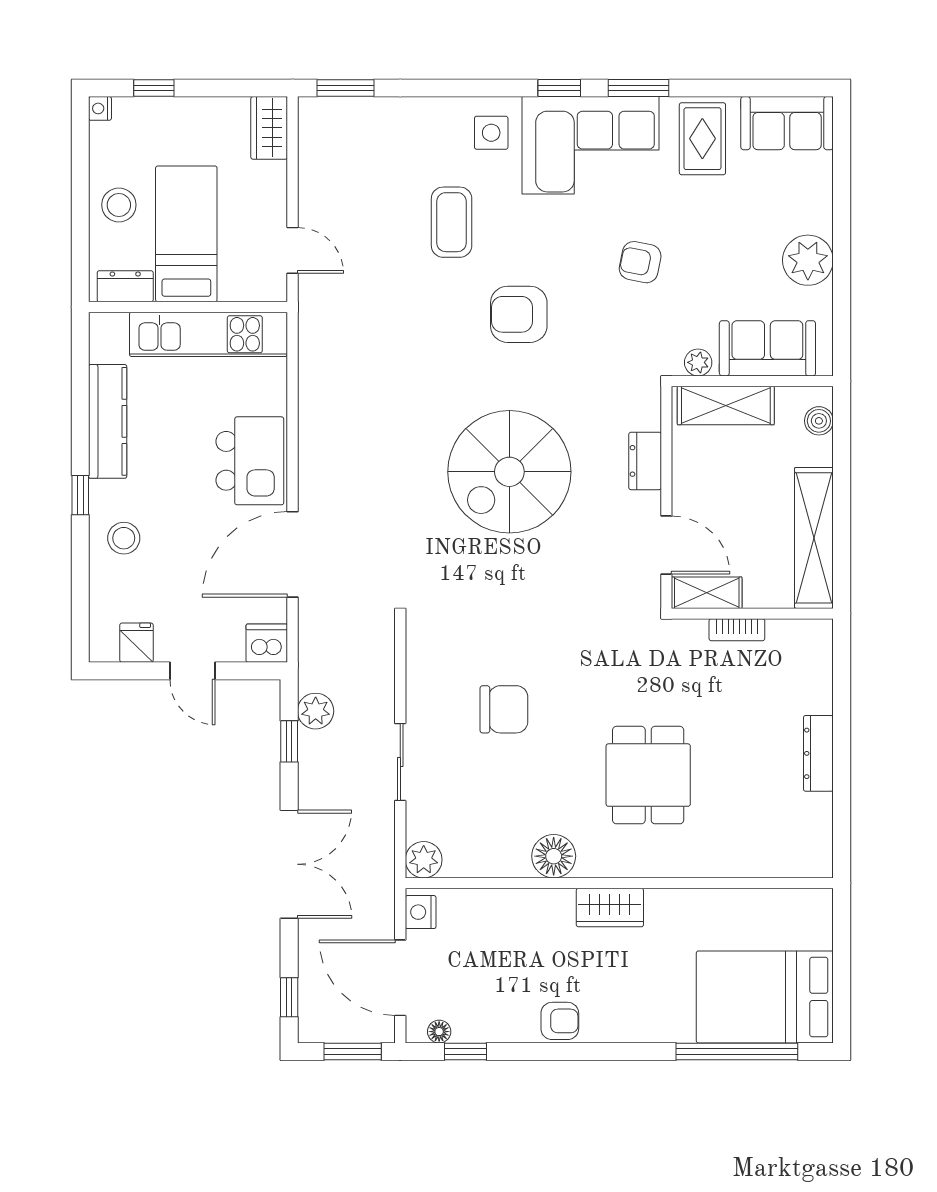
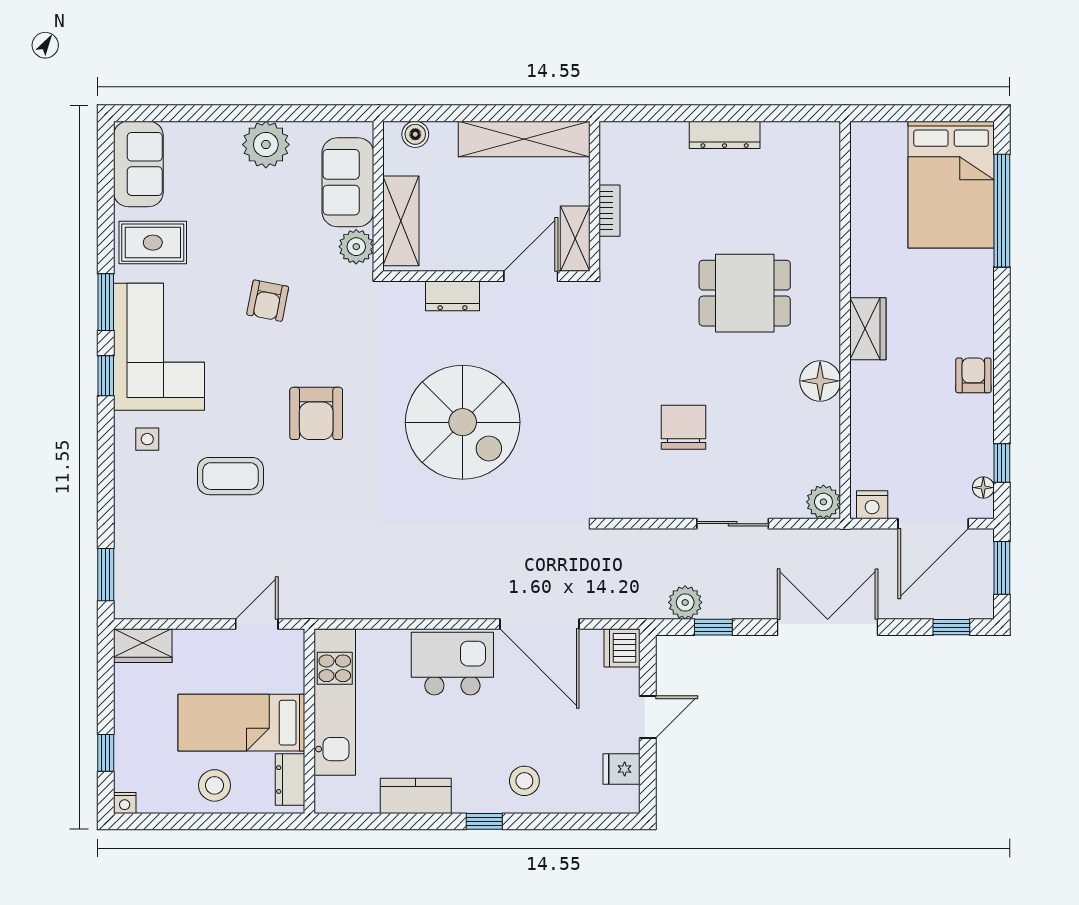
side table: (491, 133) -> (147, 439), width x0.73, depth x0.73
plant: (698, 362) -> (356, 247), width x1.38, depth x1.38
kitchen counter: (108, 421) -> (416, 796), width x0.67

